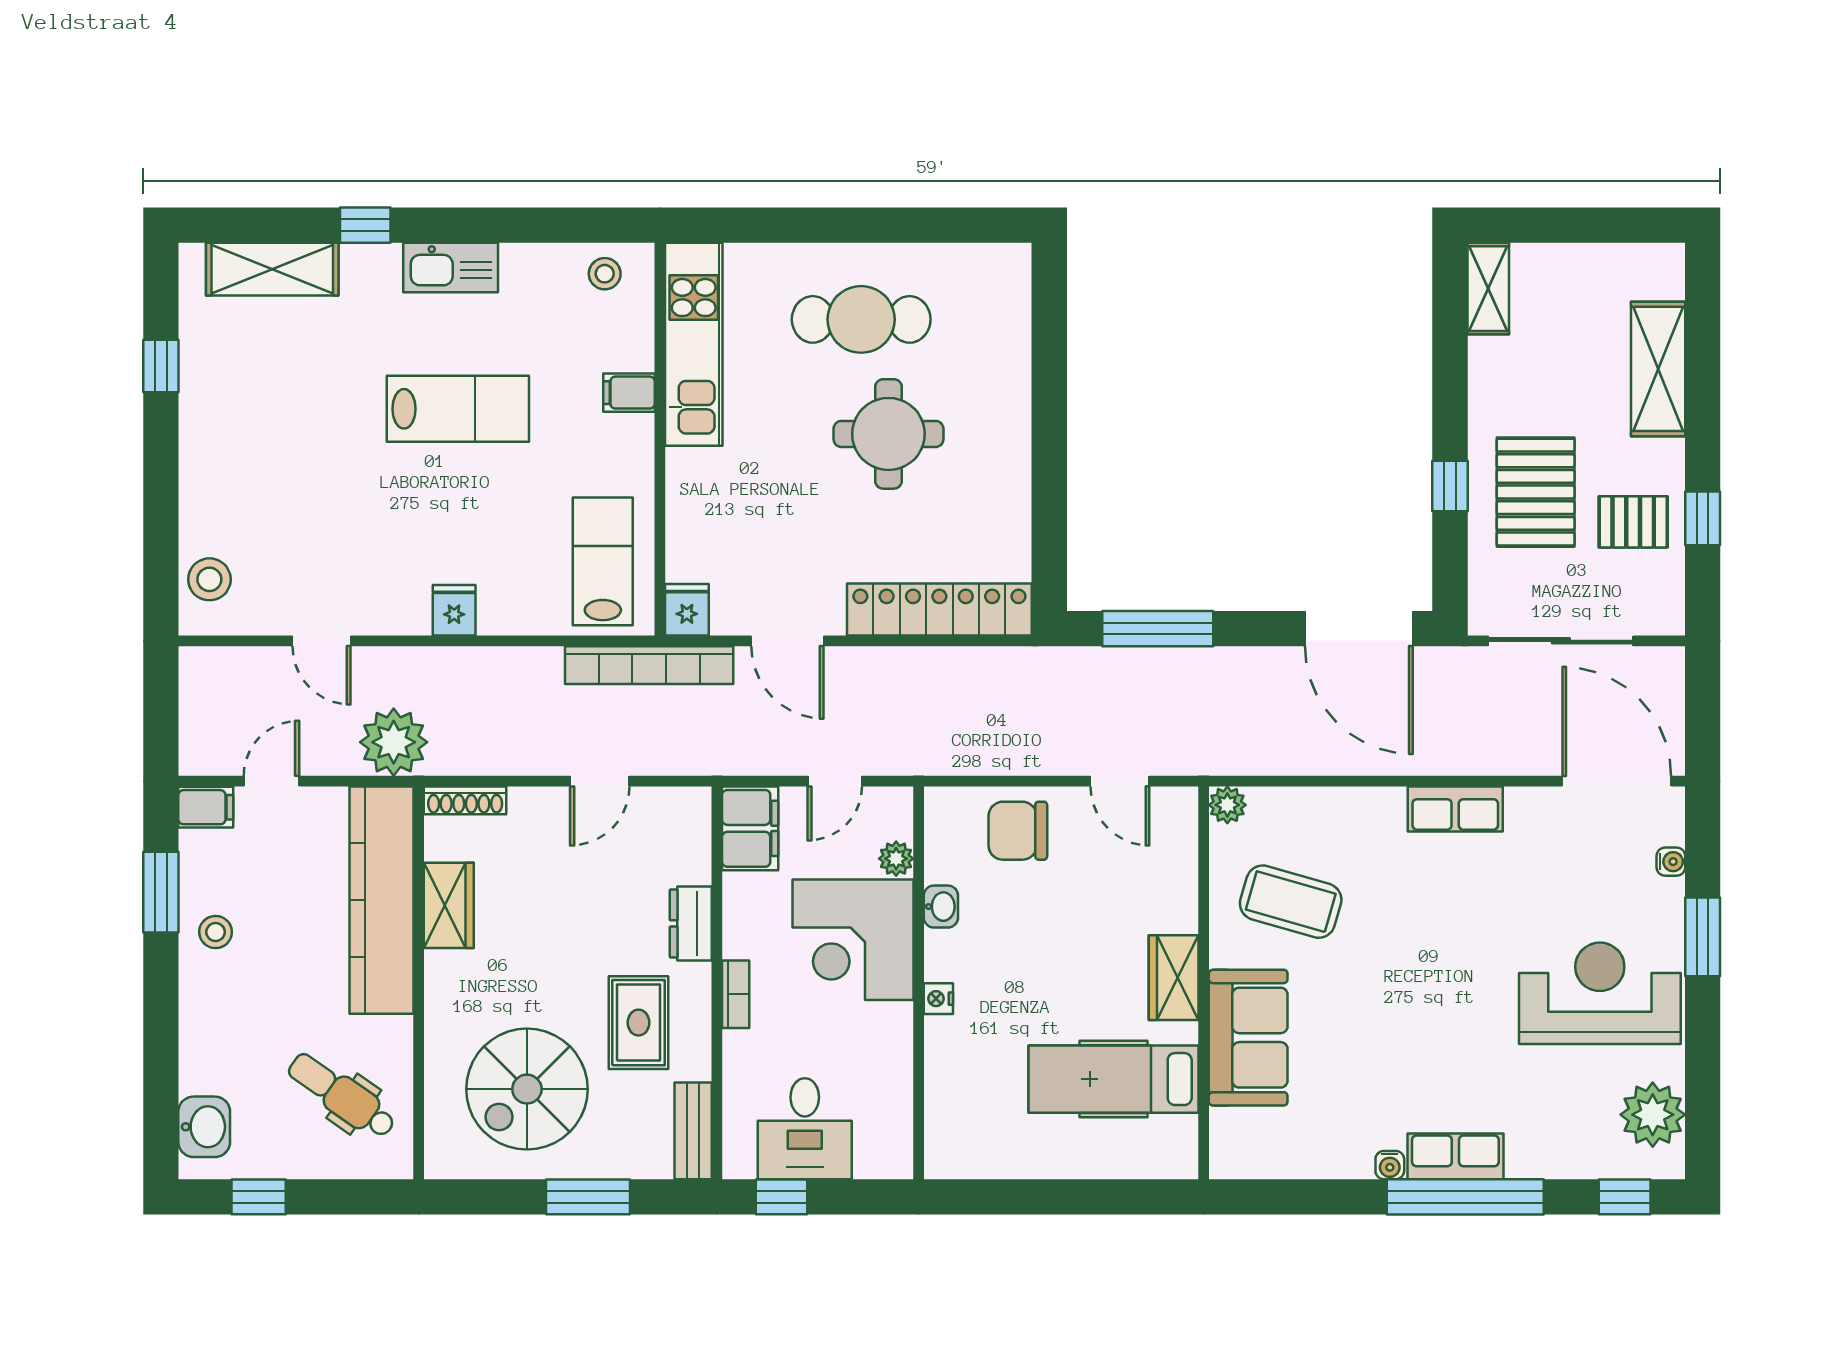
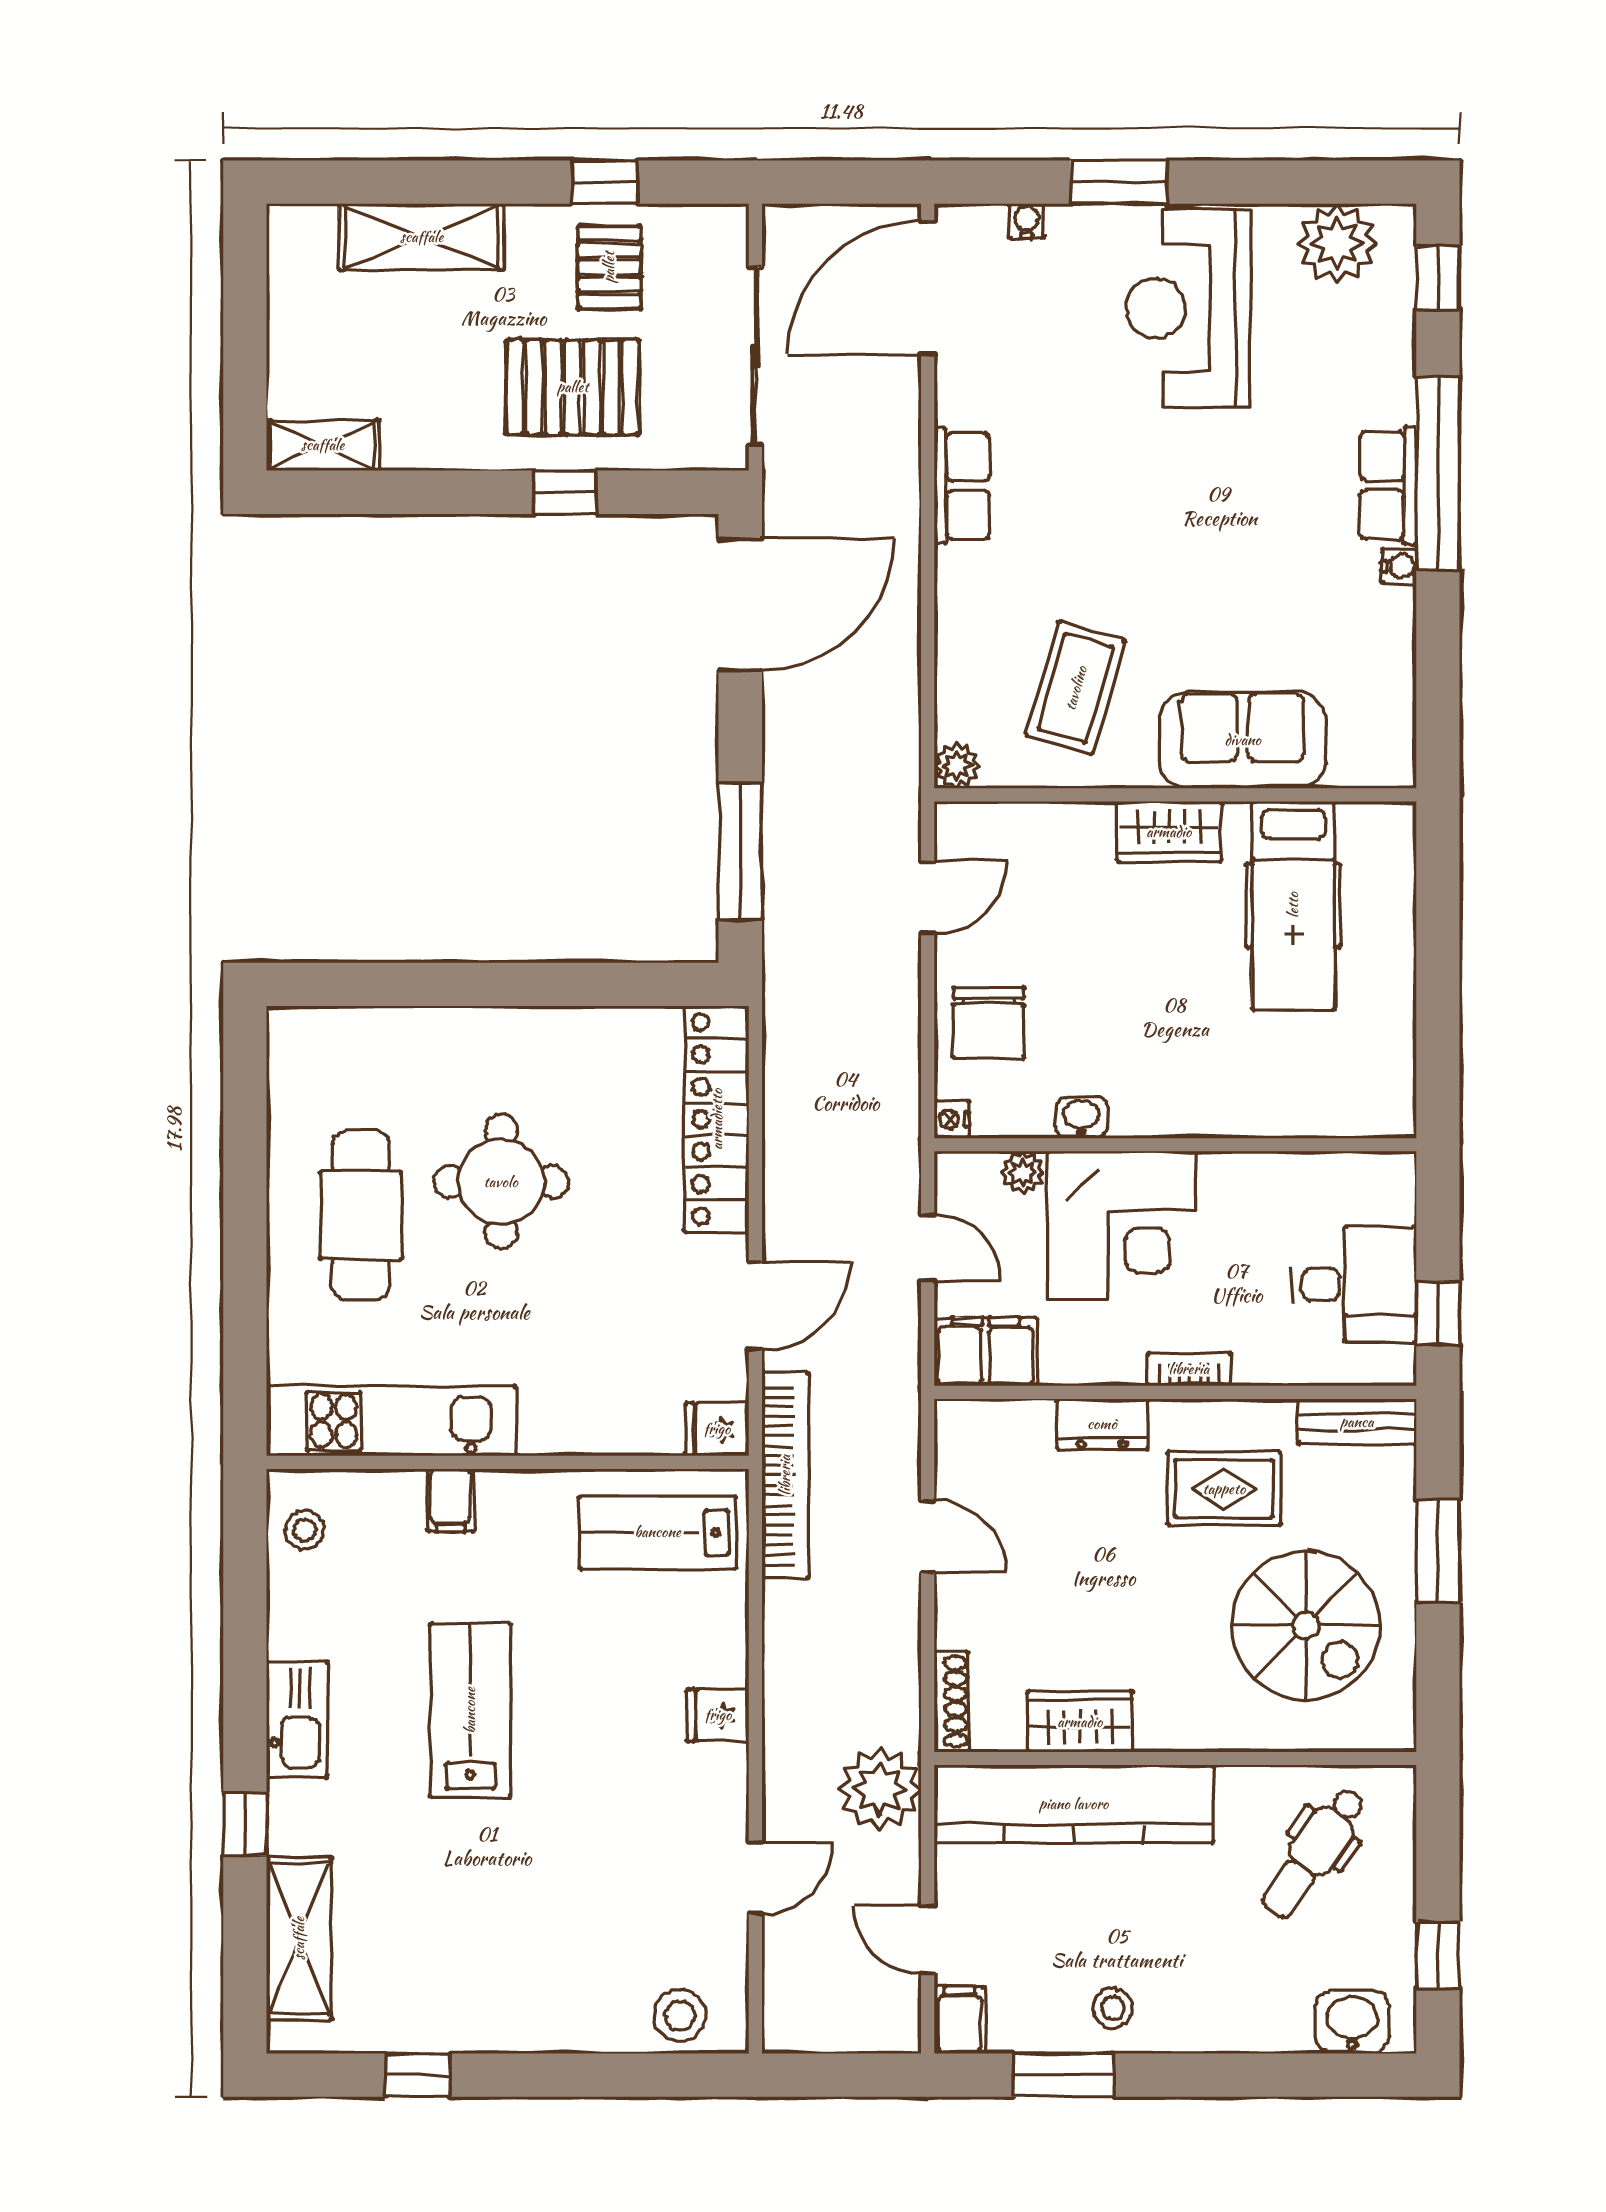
nightstand: (938, 999) -> (952, 1119), moved, turned 90

